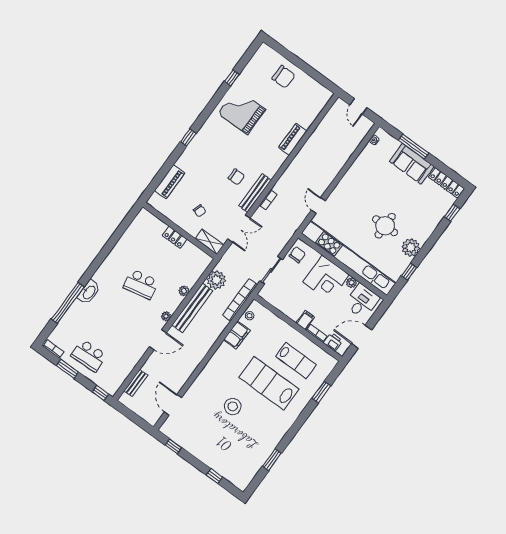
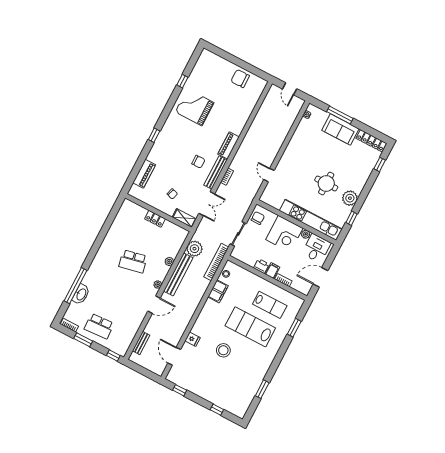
chair: (283, 77) -> (240, 78), moved, turned 180
piano: (293, 139) -> (229, 145), moved
kitchen unit: (349, 258) -> (311, 220), width x0.73
washbasin: (89, 292) -> (81, 294), moved
printer: (333, 342) -> (261, 266), moved
fridge: (198, 388) -> (192, 339), added

